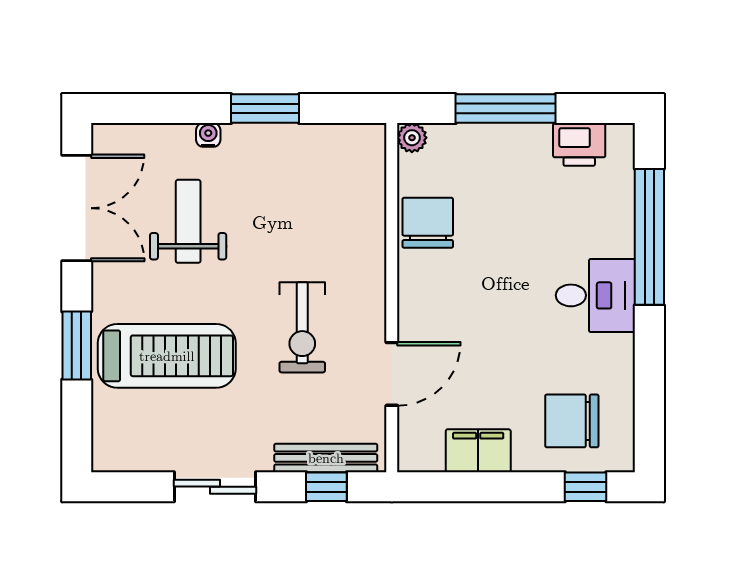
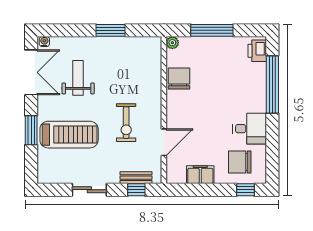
water cooler: (208, 135) -> (44, 42), moved
printer: (579, 144) -> (257, 51), moved, turned 90
desk: (595, 295) -> (250, 129), moved
bench: (326, 458) -> (136, 178), width x0.73

